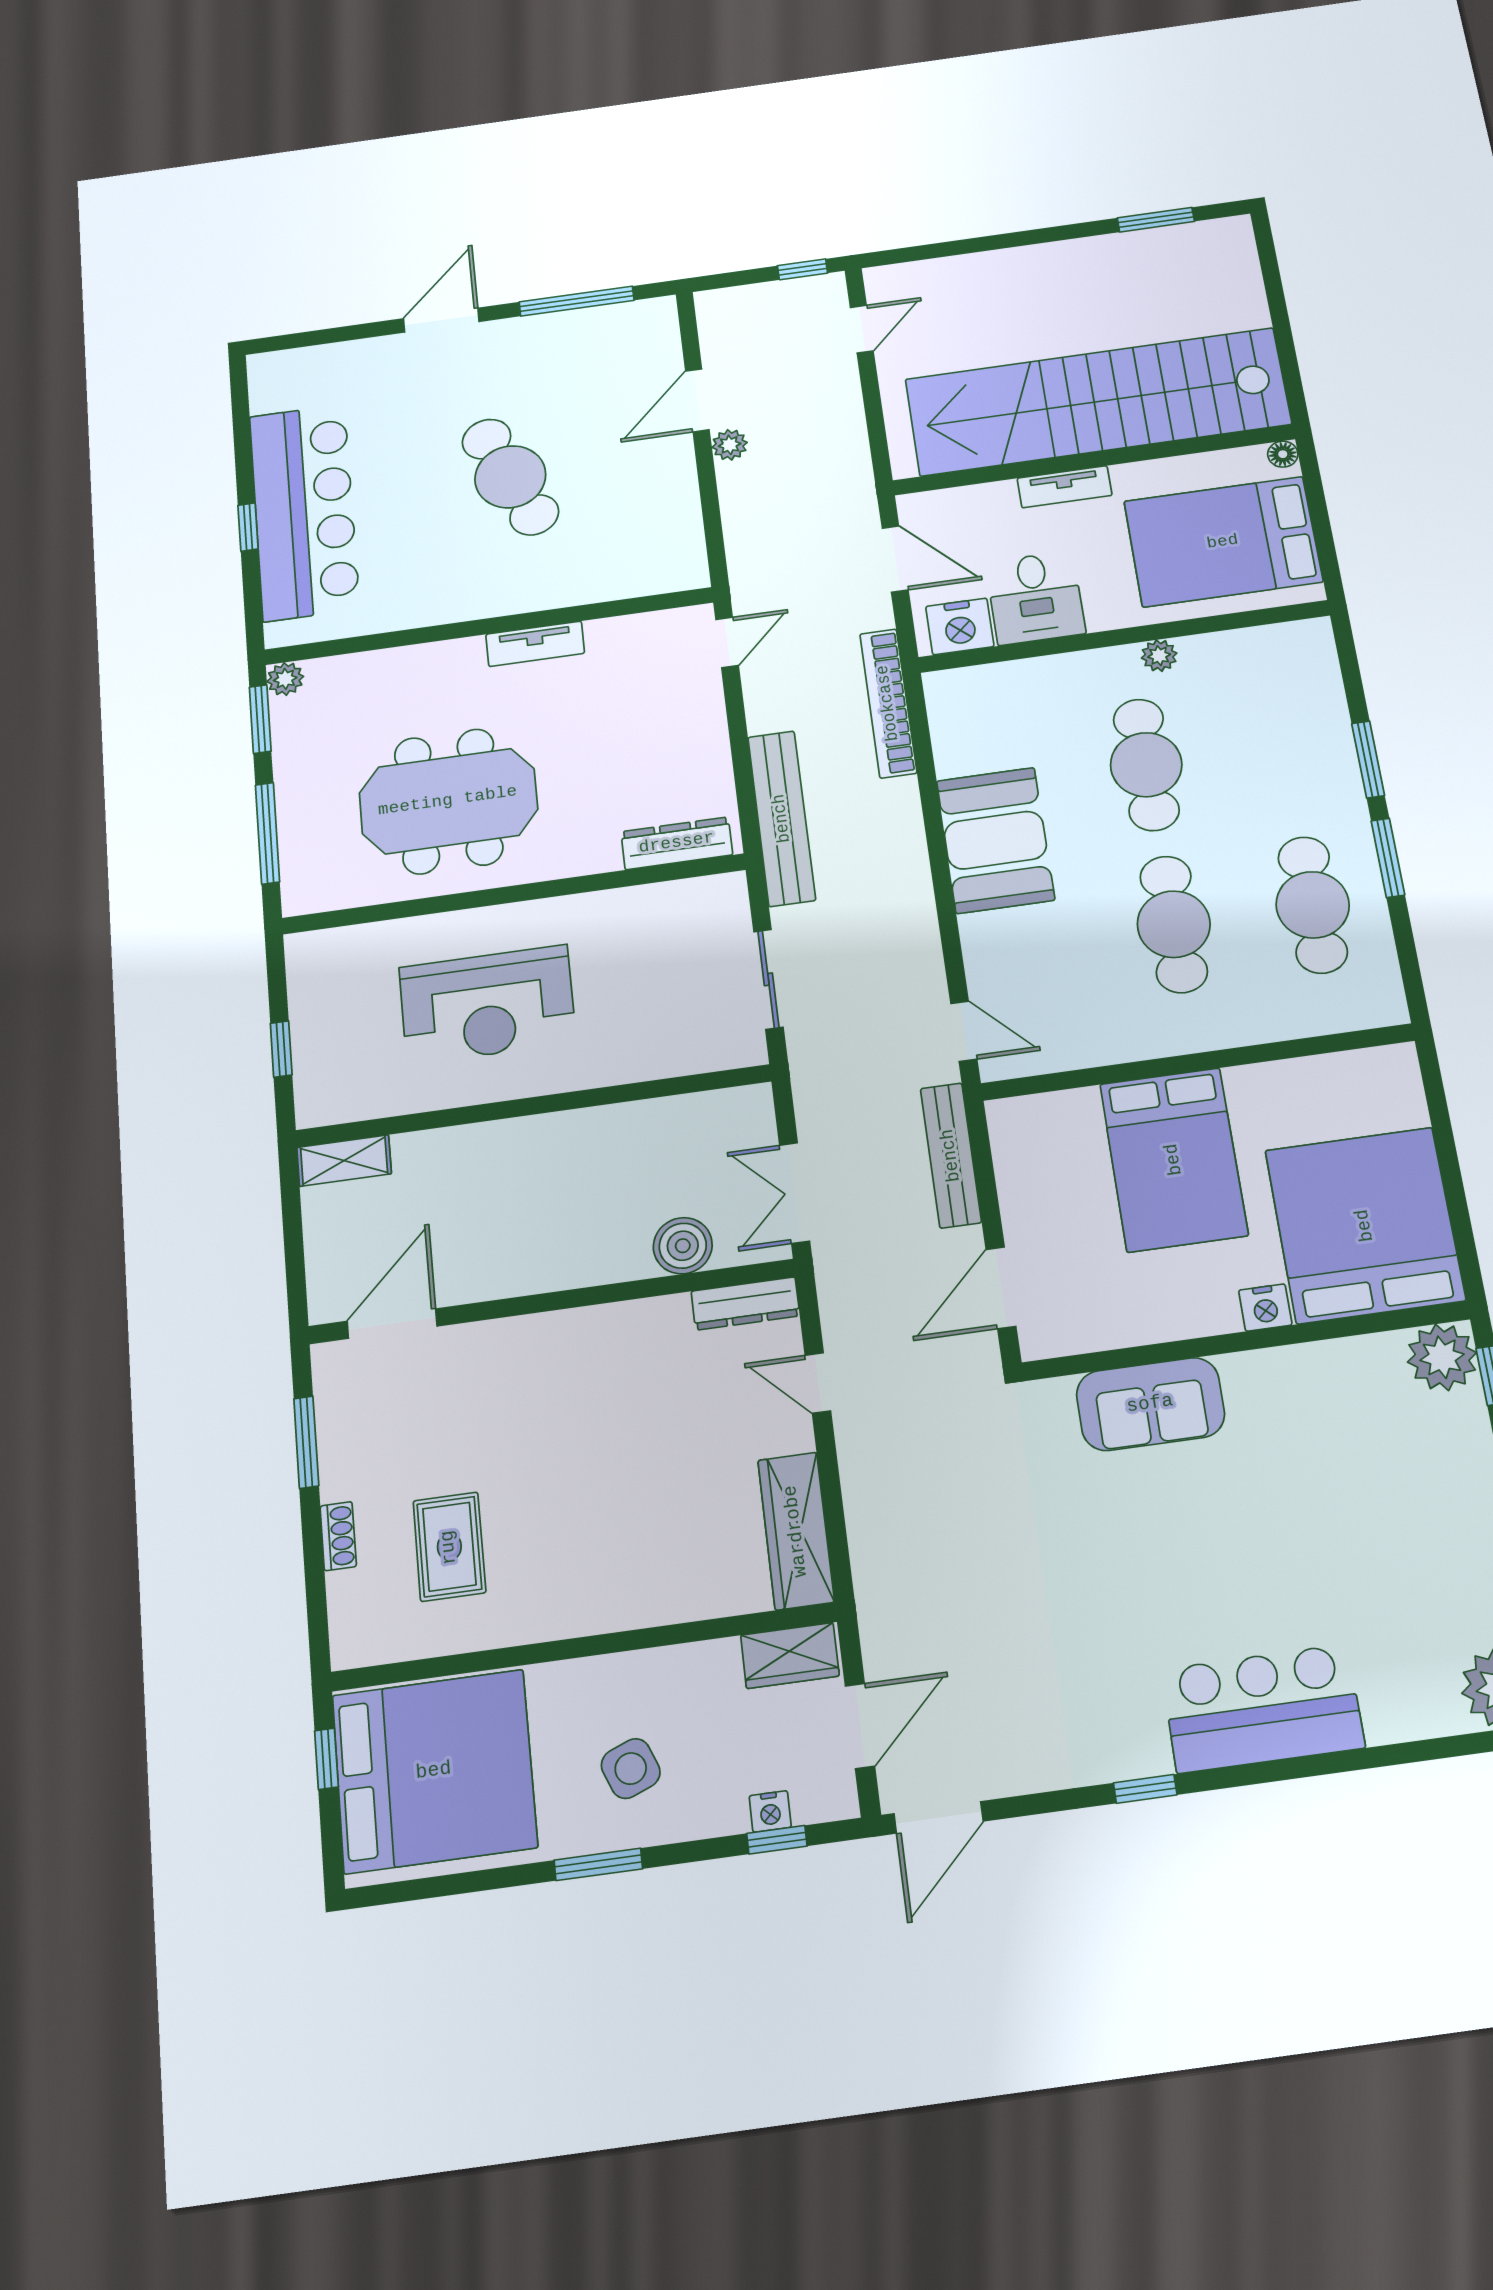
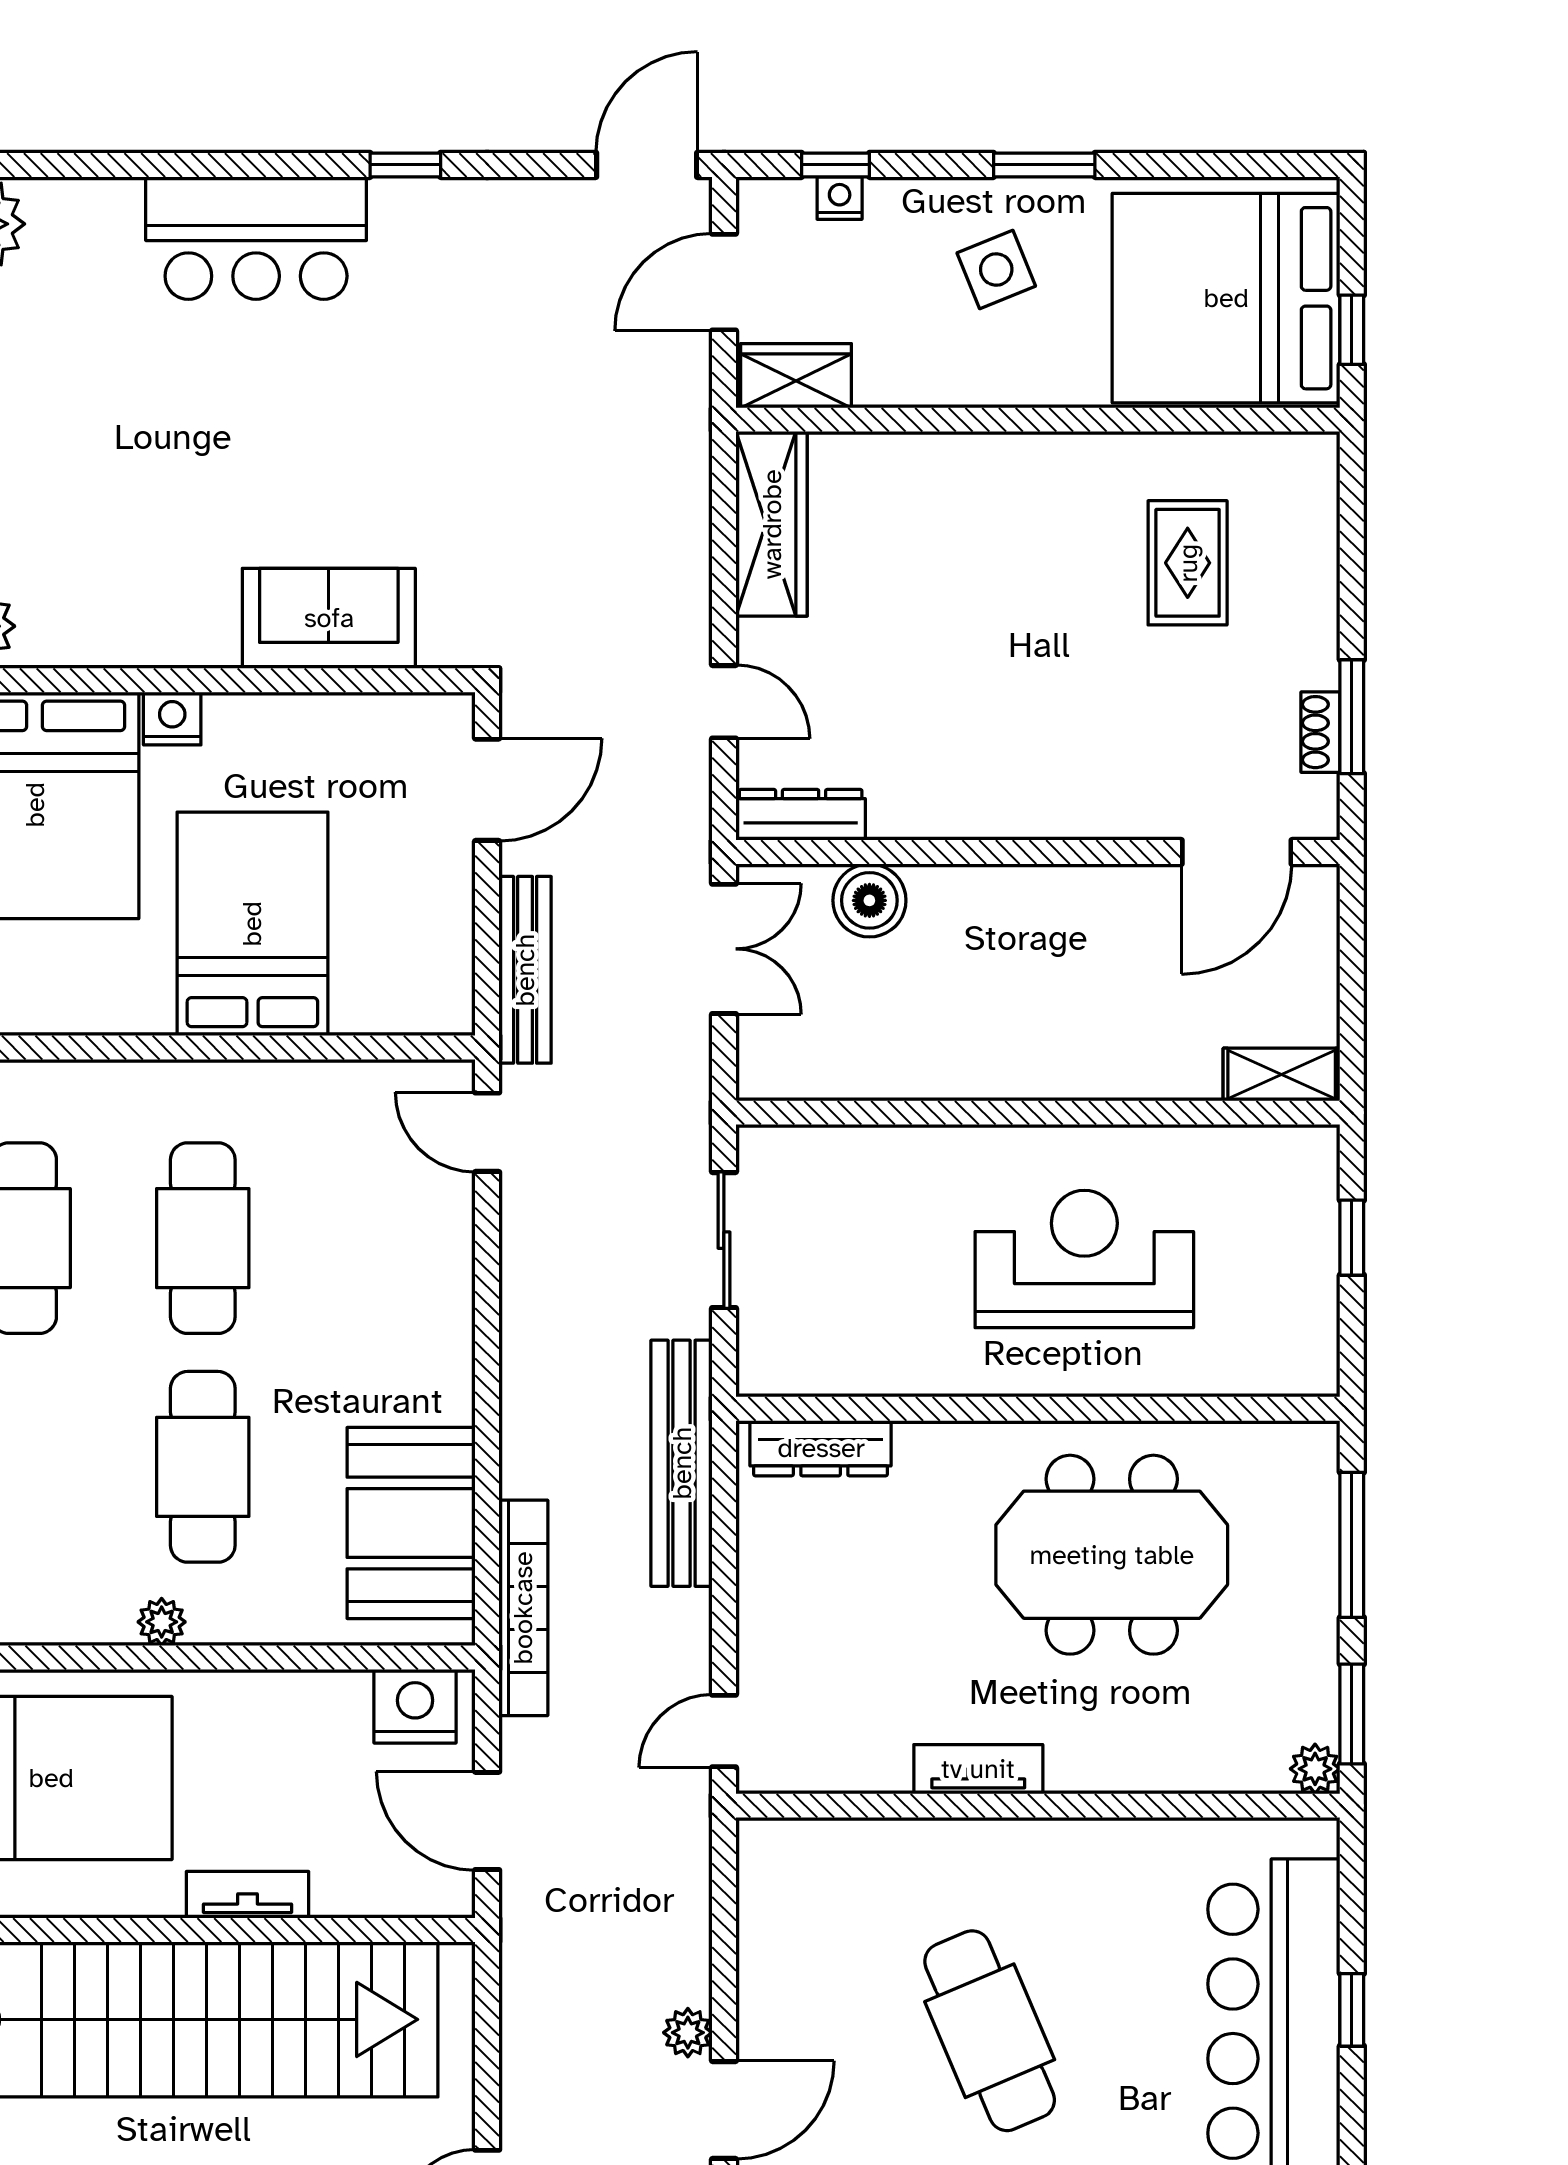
desk: (1035, 598) -> (310, 1733), removed
booth: (995, 840) -> (411, 1523), moved
shoe rack: (338, 1536) -> (1320, 732), moved

